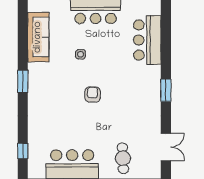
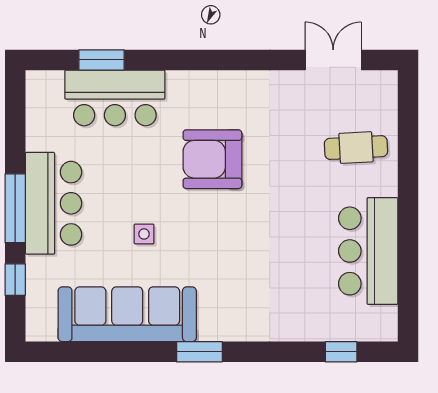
sofa: (38, 37) -> (127, 314), width x1.36, depth x1.27
window: (166, 90) -> (102, 60), moved
armchair: (93, 94) -> (212, 159), moved, width x1.88, depth x1.88

